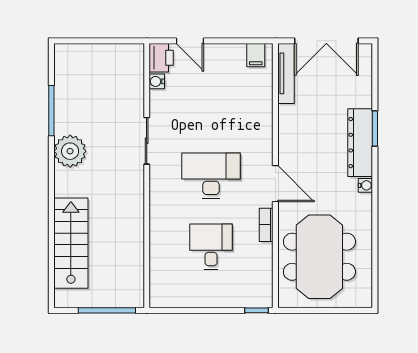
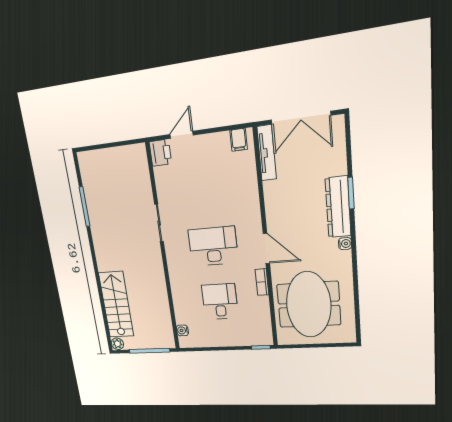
door: (190, 41) -> (182, 135), swing flipped
water cooler: (157, 81) -> (182, 330), moved
plant: (70, 151) -> (117, 344), moved, width x0.53, depth x0.53

